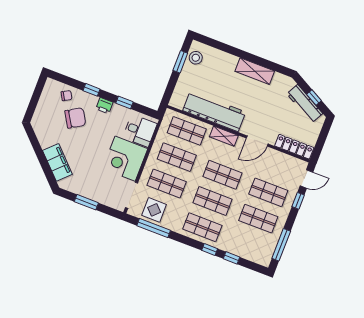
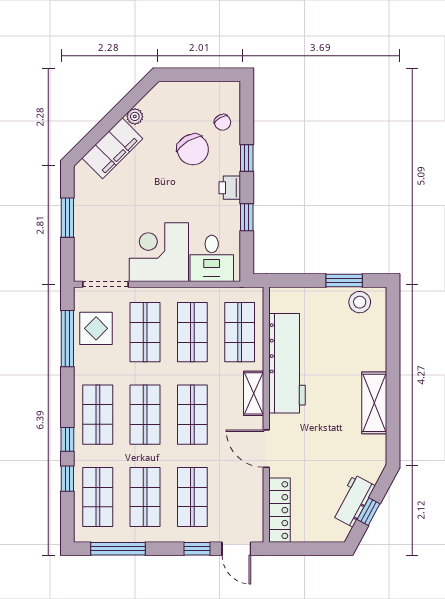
workbench: (305, 104) -> (353, 501), width x0.73
plant: (45, 143) -> (135, 116), added
shop shelf: (248, 245) -> (98, 497), added

